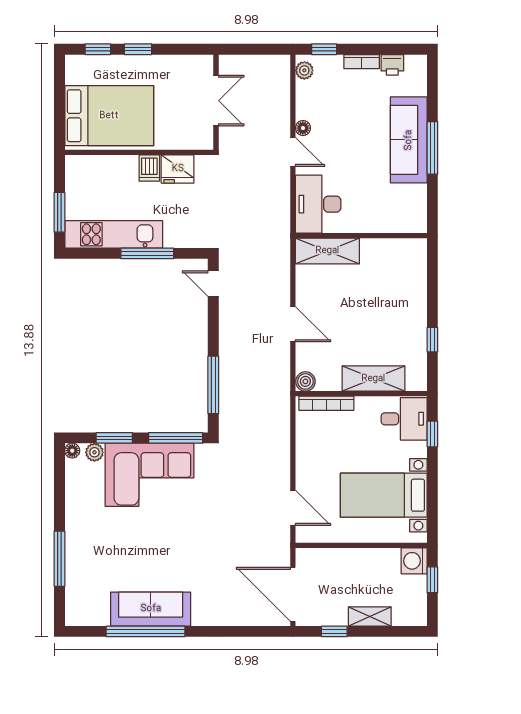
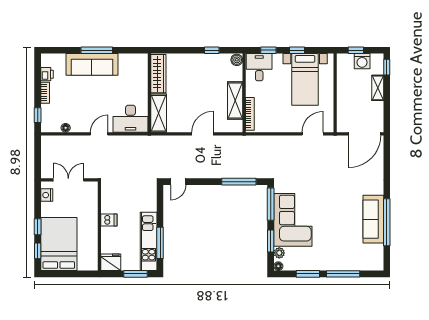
nightstand: (191, 64) -> (47, 195), added
plant: (304, 70) -> (50, 127), removed
bed: (109, 116) -> (59, 244), moved
floor lamp: (303, 128) -> (66, 128), moved
fridge: (178, 169) -> (111, 262), moved, turned -90
wardrobe: (393, 251) -> (158, 74), added
window: (147, 253) -> (160, 243), moved
shelving: (373, 379) -> (235, 101), moved
boiler: (305, 381) -> (237, 60), moved
window: (432, 482) -> (297, 50), added
window: (59, 500) -> (308, 274), added
washing machine: (414, 561) -> (362, 61), moved
window: (334, 631) -> (387, 67), moved

